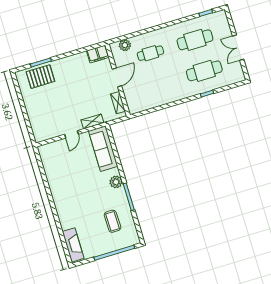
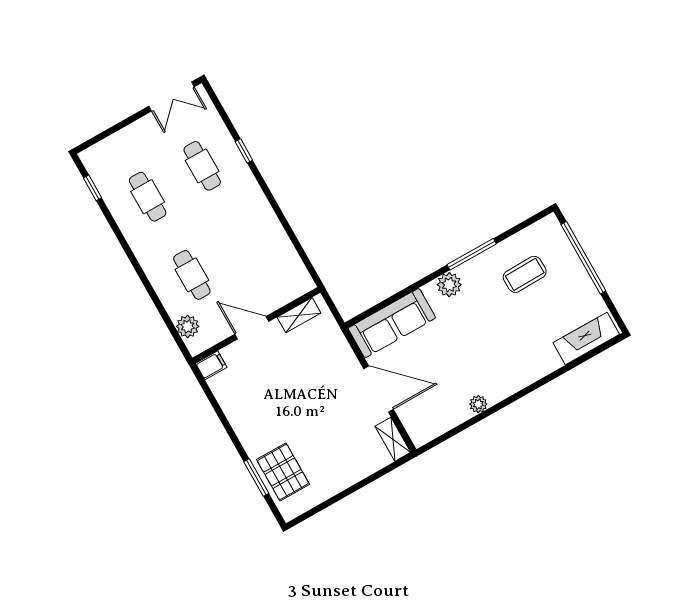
cafe table: (195, 40) -> (148, 197), width x0.73, depth x0.74
double door: (238, 48) -> (172, 96), moved
filing cabinet: (98, 54) -> (211, 365), width x0.50
cafe table: (204, 71) -> (202, 166), width x0.73, depth x0.74
shelving: (92, 121) -> (393, 439), moved
door: (71, 134) -> (379, 389), width x1.88
plant: (52, 183) -> (478, 404), added

